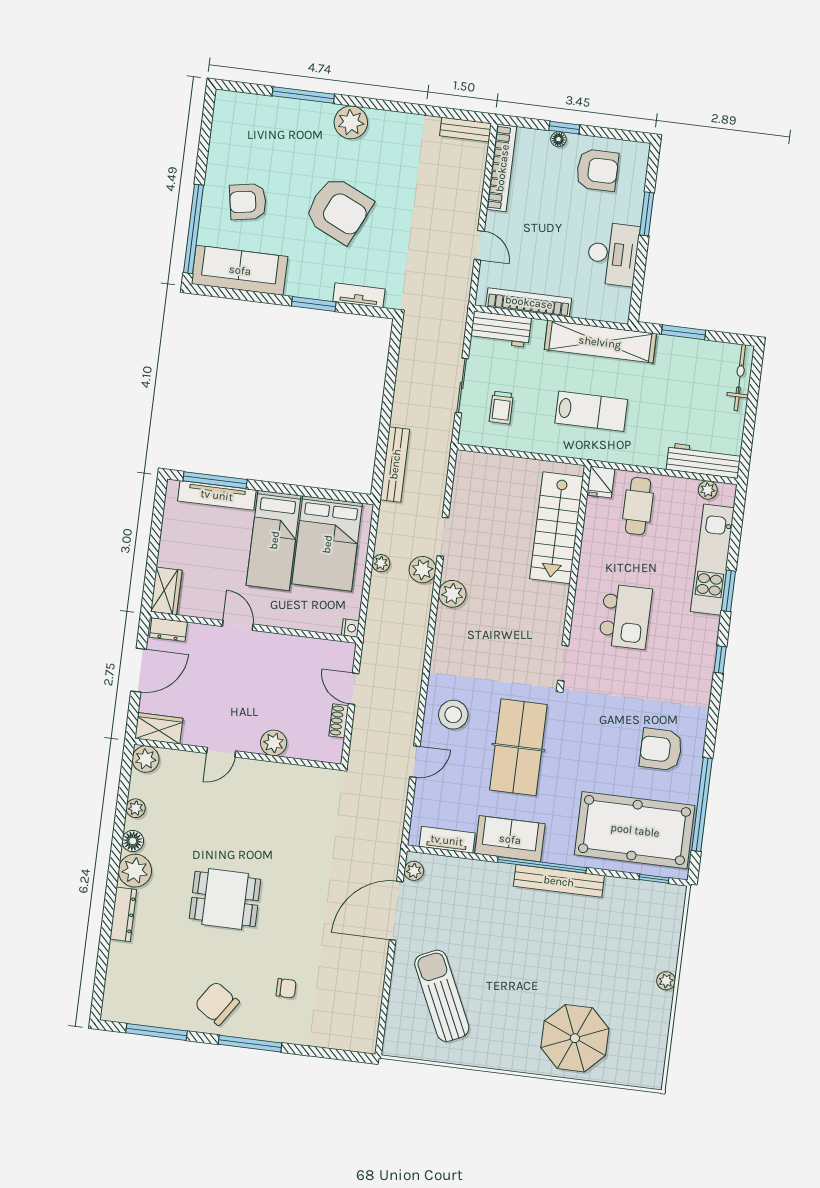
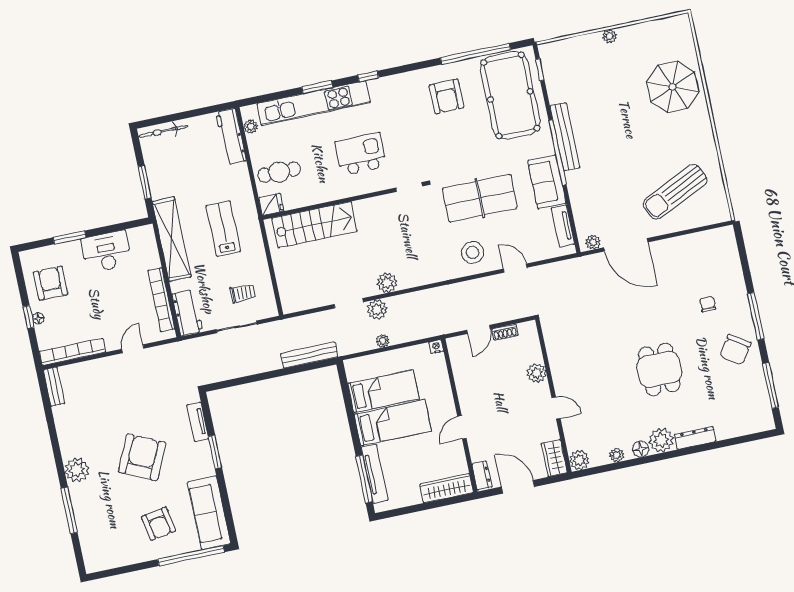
bed: (327, 544) -> (383, 391), width x0.67
kitchen unit: (712, 560) -> (314, 103), width x1.36
wardrobe: (166, 591) -> (447, 488), width x1.50

